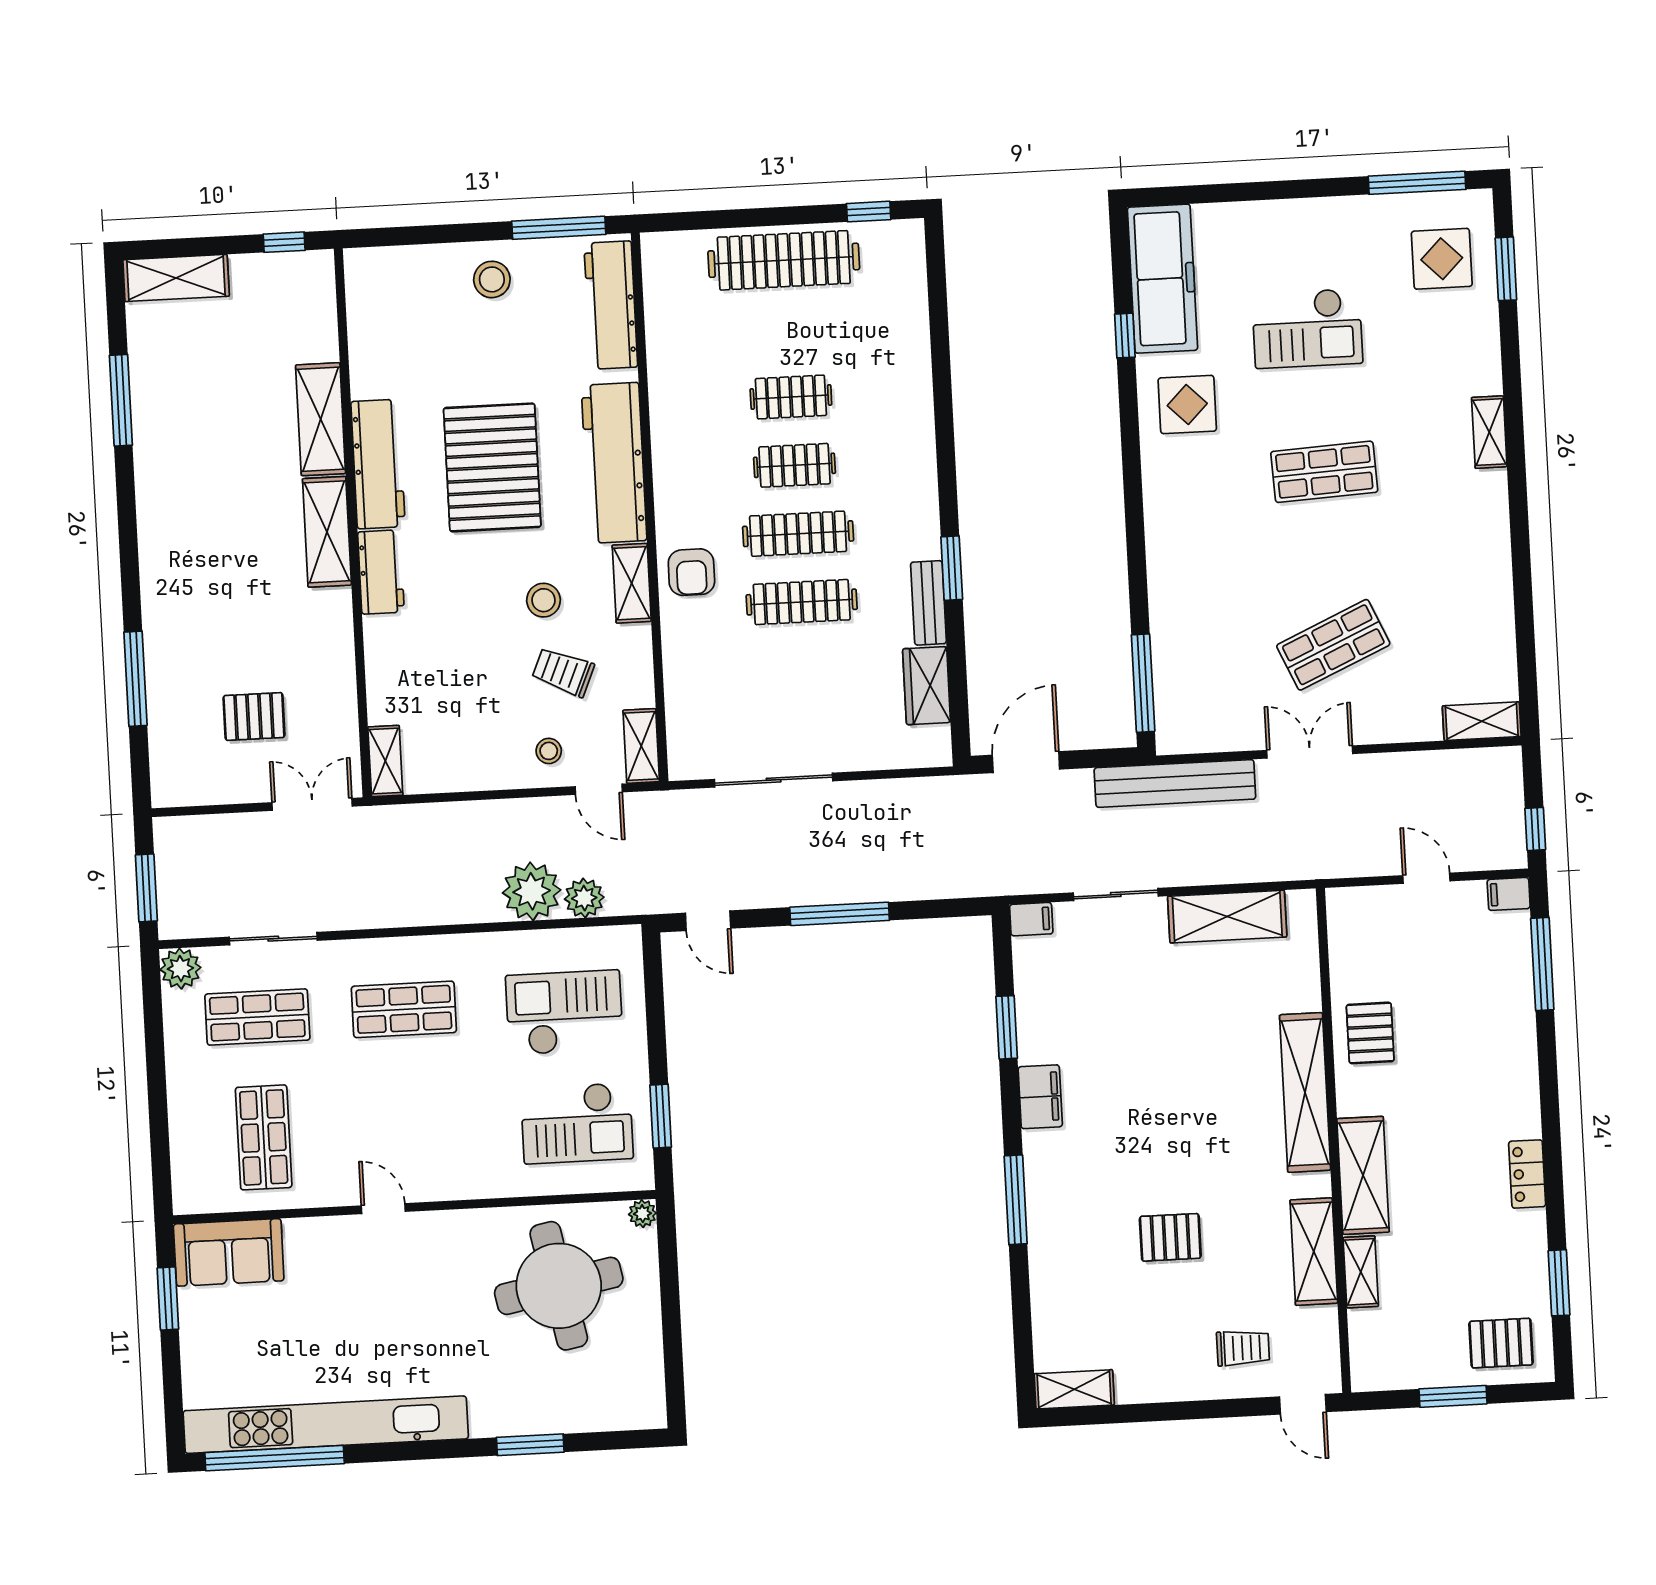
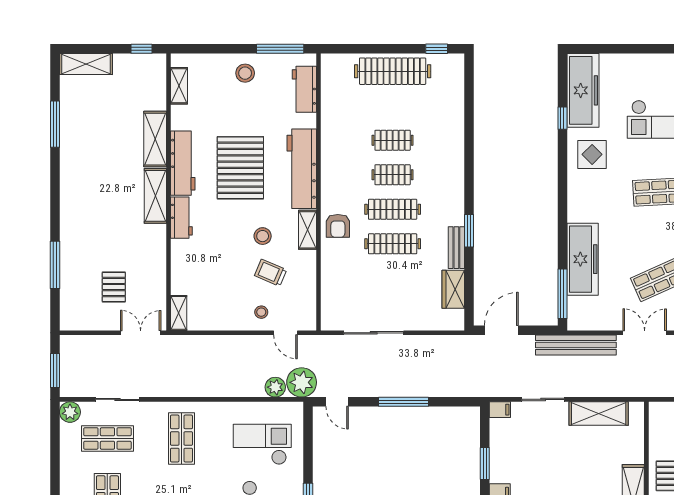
workbench: (611, 305) -> (304, 89), width x0.73
freezer: (1179, 613) -> (583, 259), added
pallet: (254, 716) -> (114, 287), turned 90
shelving: (641, 746) -> (179, 86), moved
plant: (532, 891) -> (302, 382), moved
shop shelf: (404, 1009) -> (181, 438), turned 90

